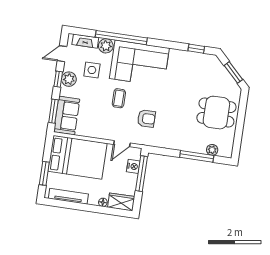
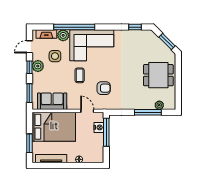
sofa: (67, 116) -> (52, 101), moved, turned -90
door: (122, 144) -> (87, 111), swing flipped
wardrobe: (121, 202) -> (93, 157), removed

